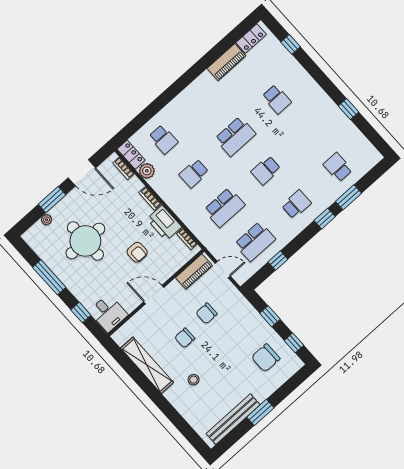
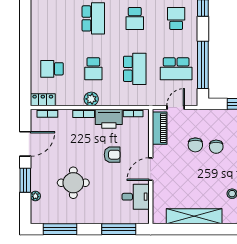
school desk: (163, 139) -> (52, 69), turned 180
plant: (147, 171) -> (91, 99), moved
round table: (85, 241) -> (73, 183), width x0.73, depth x0.73
school desk: (255, 241) -> (176, 69), turned 90
window: (278, 261) -> (203, 65), width x3.17
window: (49, 277) -> (60, 229), moved
window: (81, 313) -> (119, 229), width x2.17
desk: (108, 313) -> (136, 197), moved
chair: (185, 338) -> (216, 147), moved

